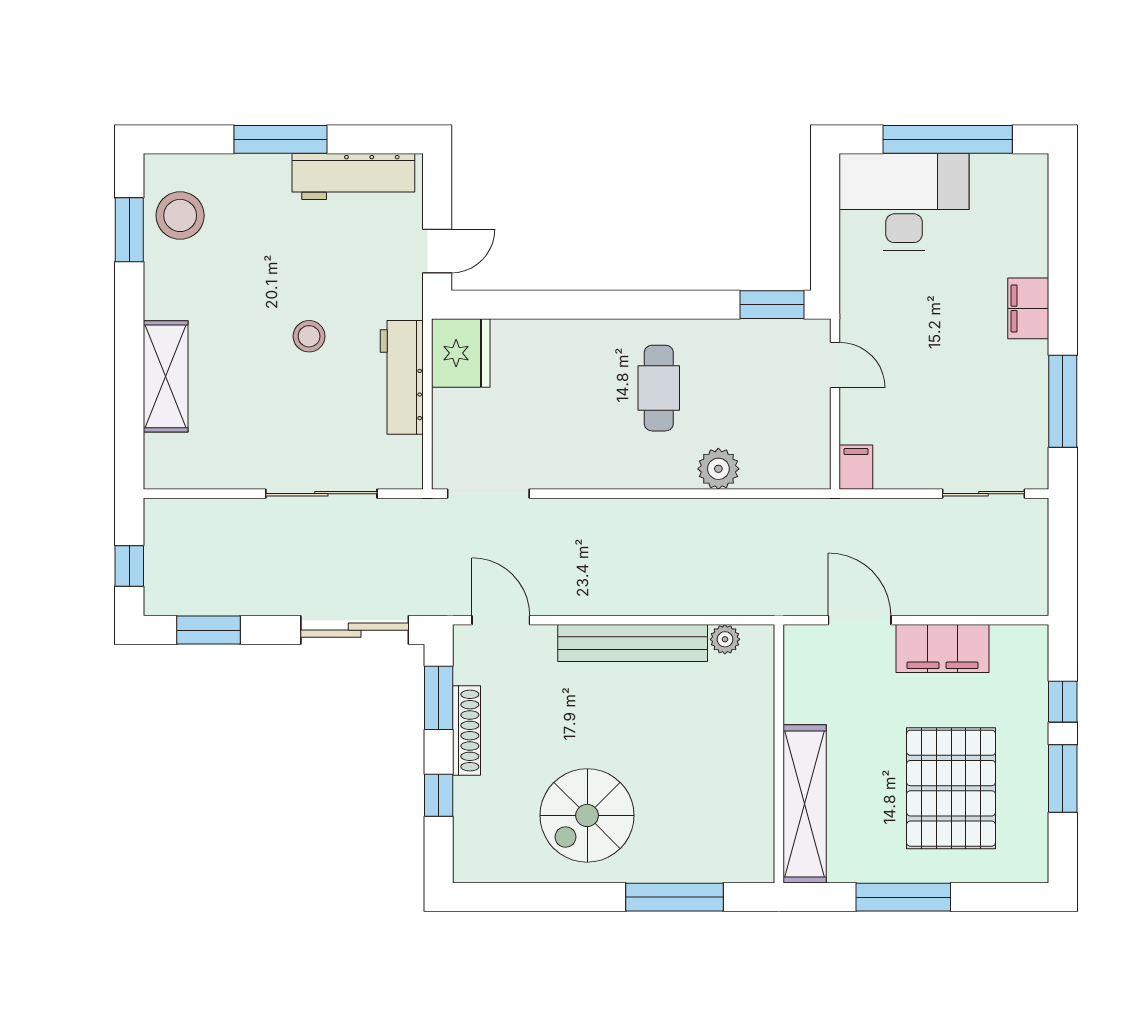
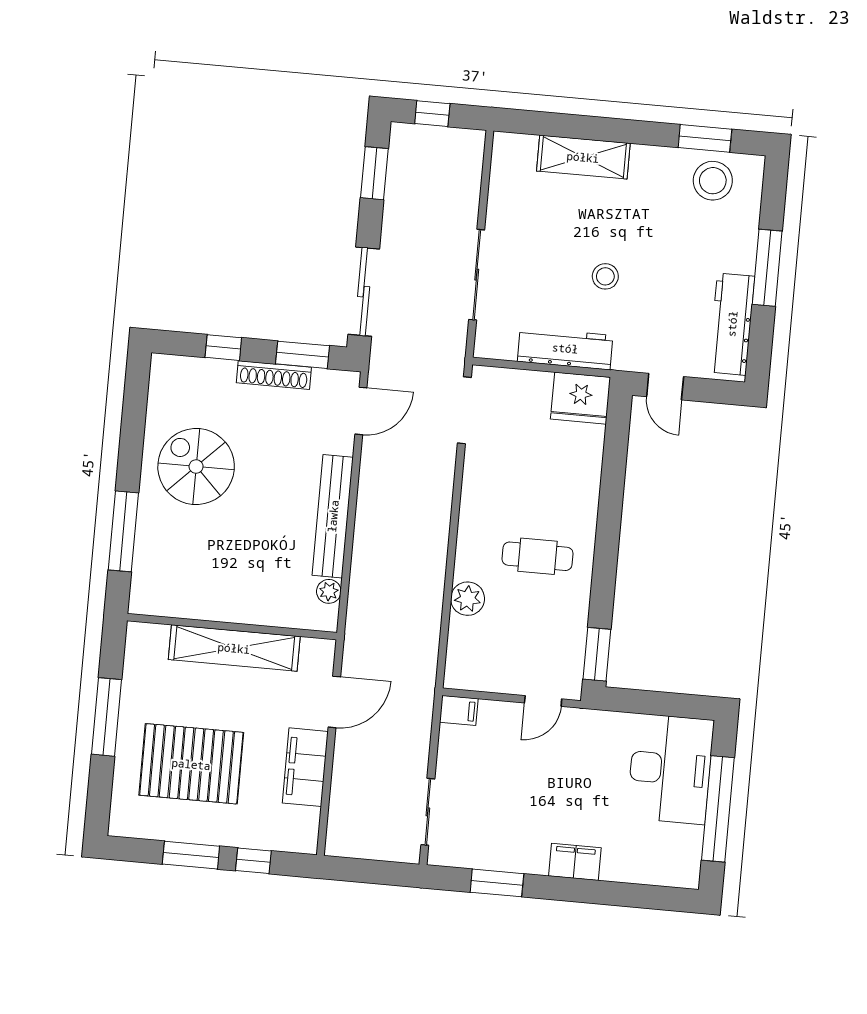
window: (1063, 401) -> (497, 883), width x0.69
shelving: (805, 804) -> (234, 648), moved

